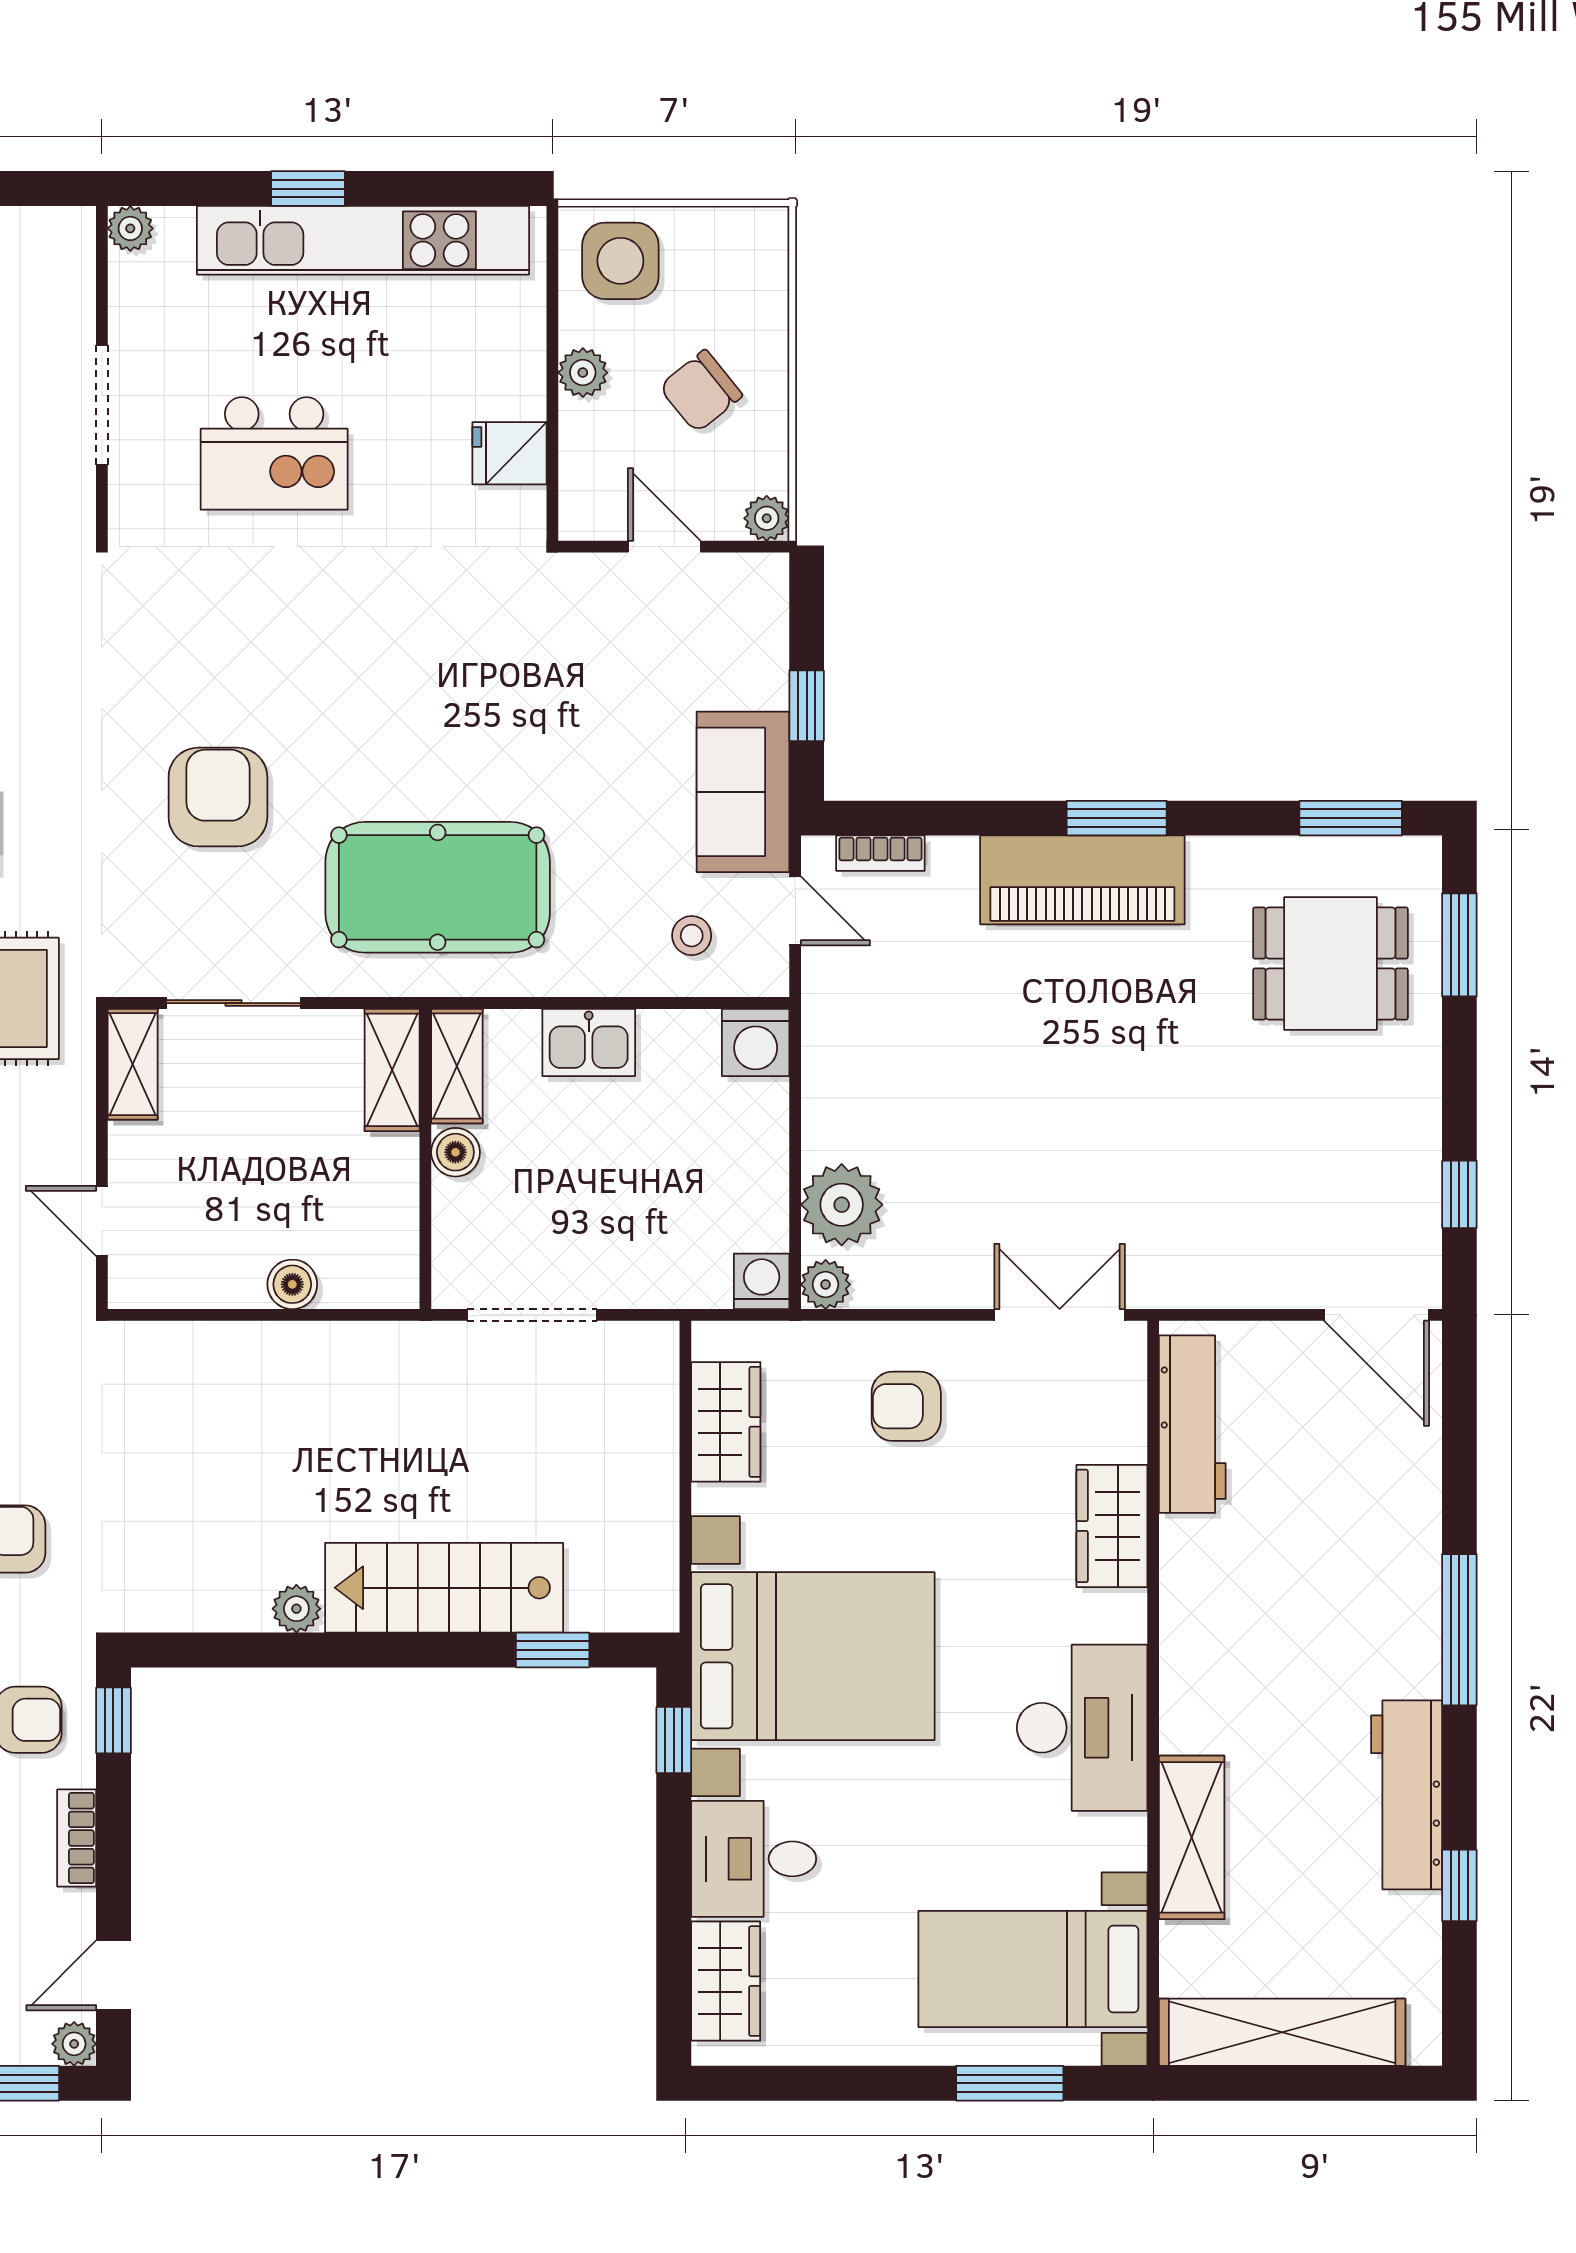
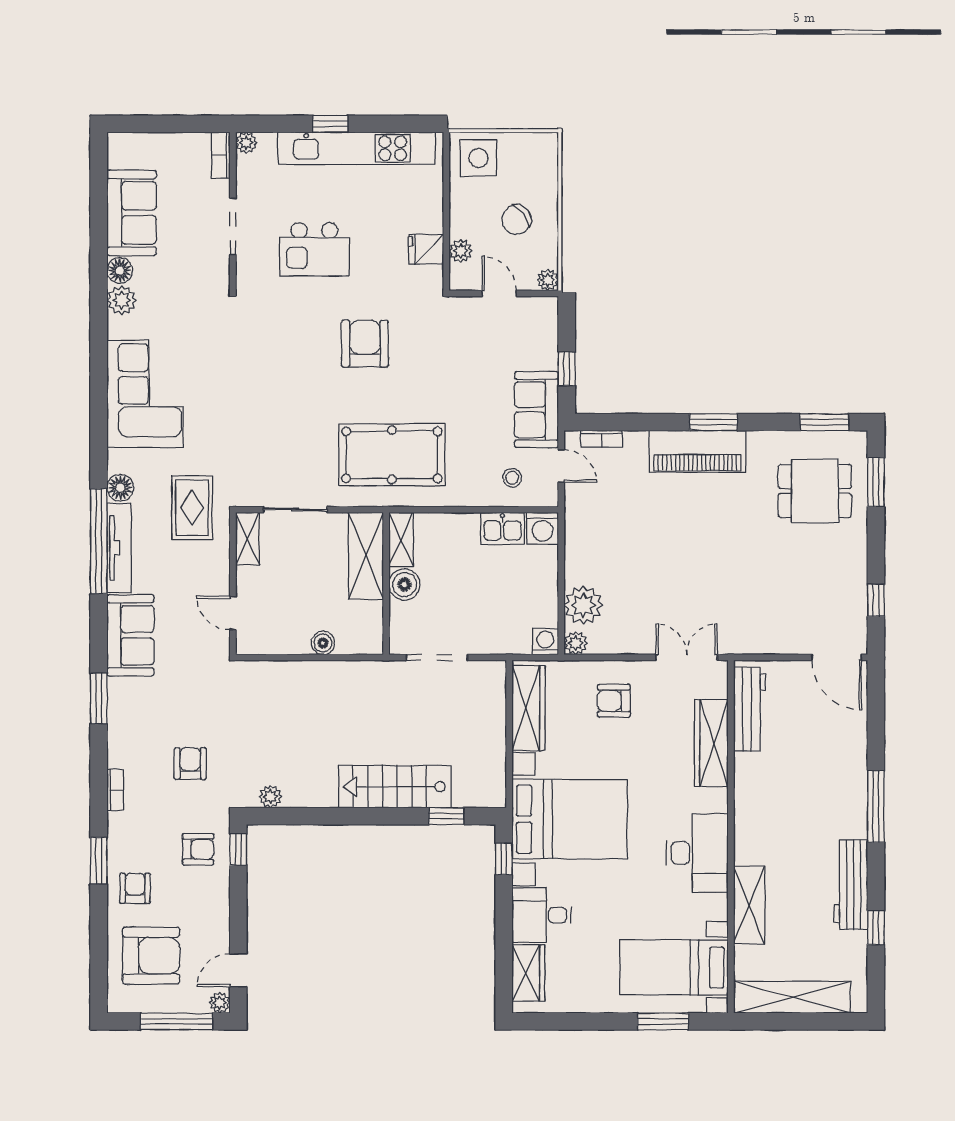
plant: (583, 373) -> (461, 251), moved
armchair: (218, 797) -> (365, 344), moved
kitchen sink: (589, 1042) -> (502, 528), moved
shelving: (392, 1070) -> (366, 556), width x1.50, depth x1.33
boiler: (455, 1152) -> (405, 585), width x1.36, depth x1.36
wardrobe: (726, 1422) -> (528, 708), width x1.50
wardrobe: (1112, 1526) -> (711, 743), width x1.50
plant: (296, 1609) -> (270, 797), moved
bookcase: (77, 1838) -> (221, 155), moved

